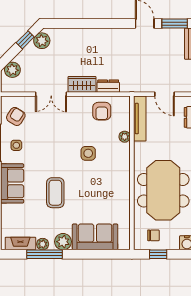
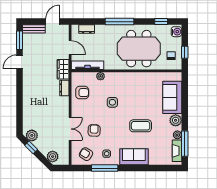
wardrobe: (82, 84) -> (63, 69), moved
door: (165, 94) -> (70, 48), hinge flipped
armchair: (49, 128) -> (94, 130), added
window: (45, 254) -> (185, 144), moved

